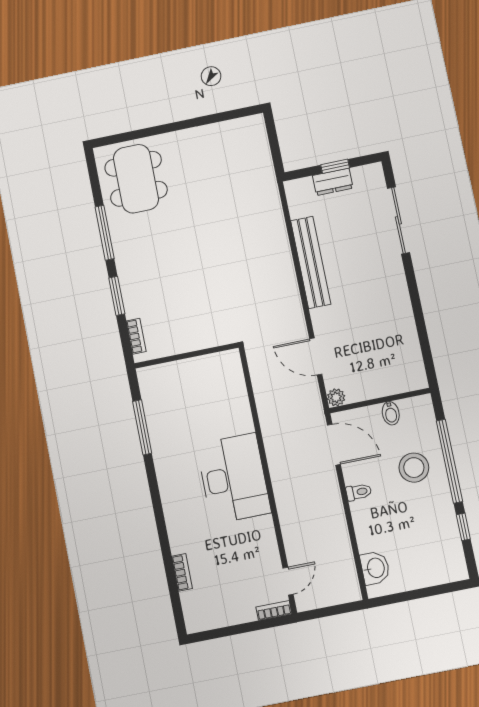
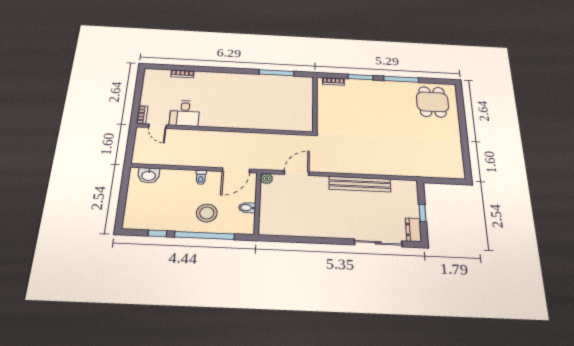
dining table: (136, 179) -> (432, 102), width x0.73
dresser: (333, 182) -> (413, 230), moved
desk: (234, 478) -> (185, 113), moved, width x0.53, depth x0.77

